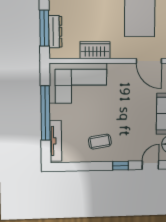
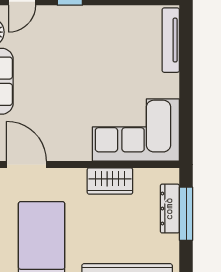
window: (45, 113) -> (186, 84), removed
coffee table: (100, 142) -> (102, 38), removed

